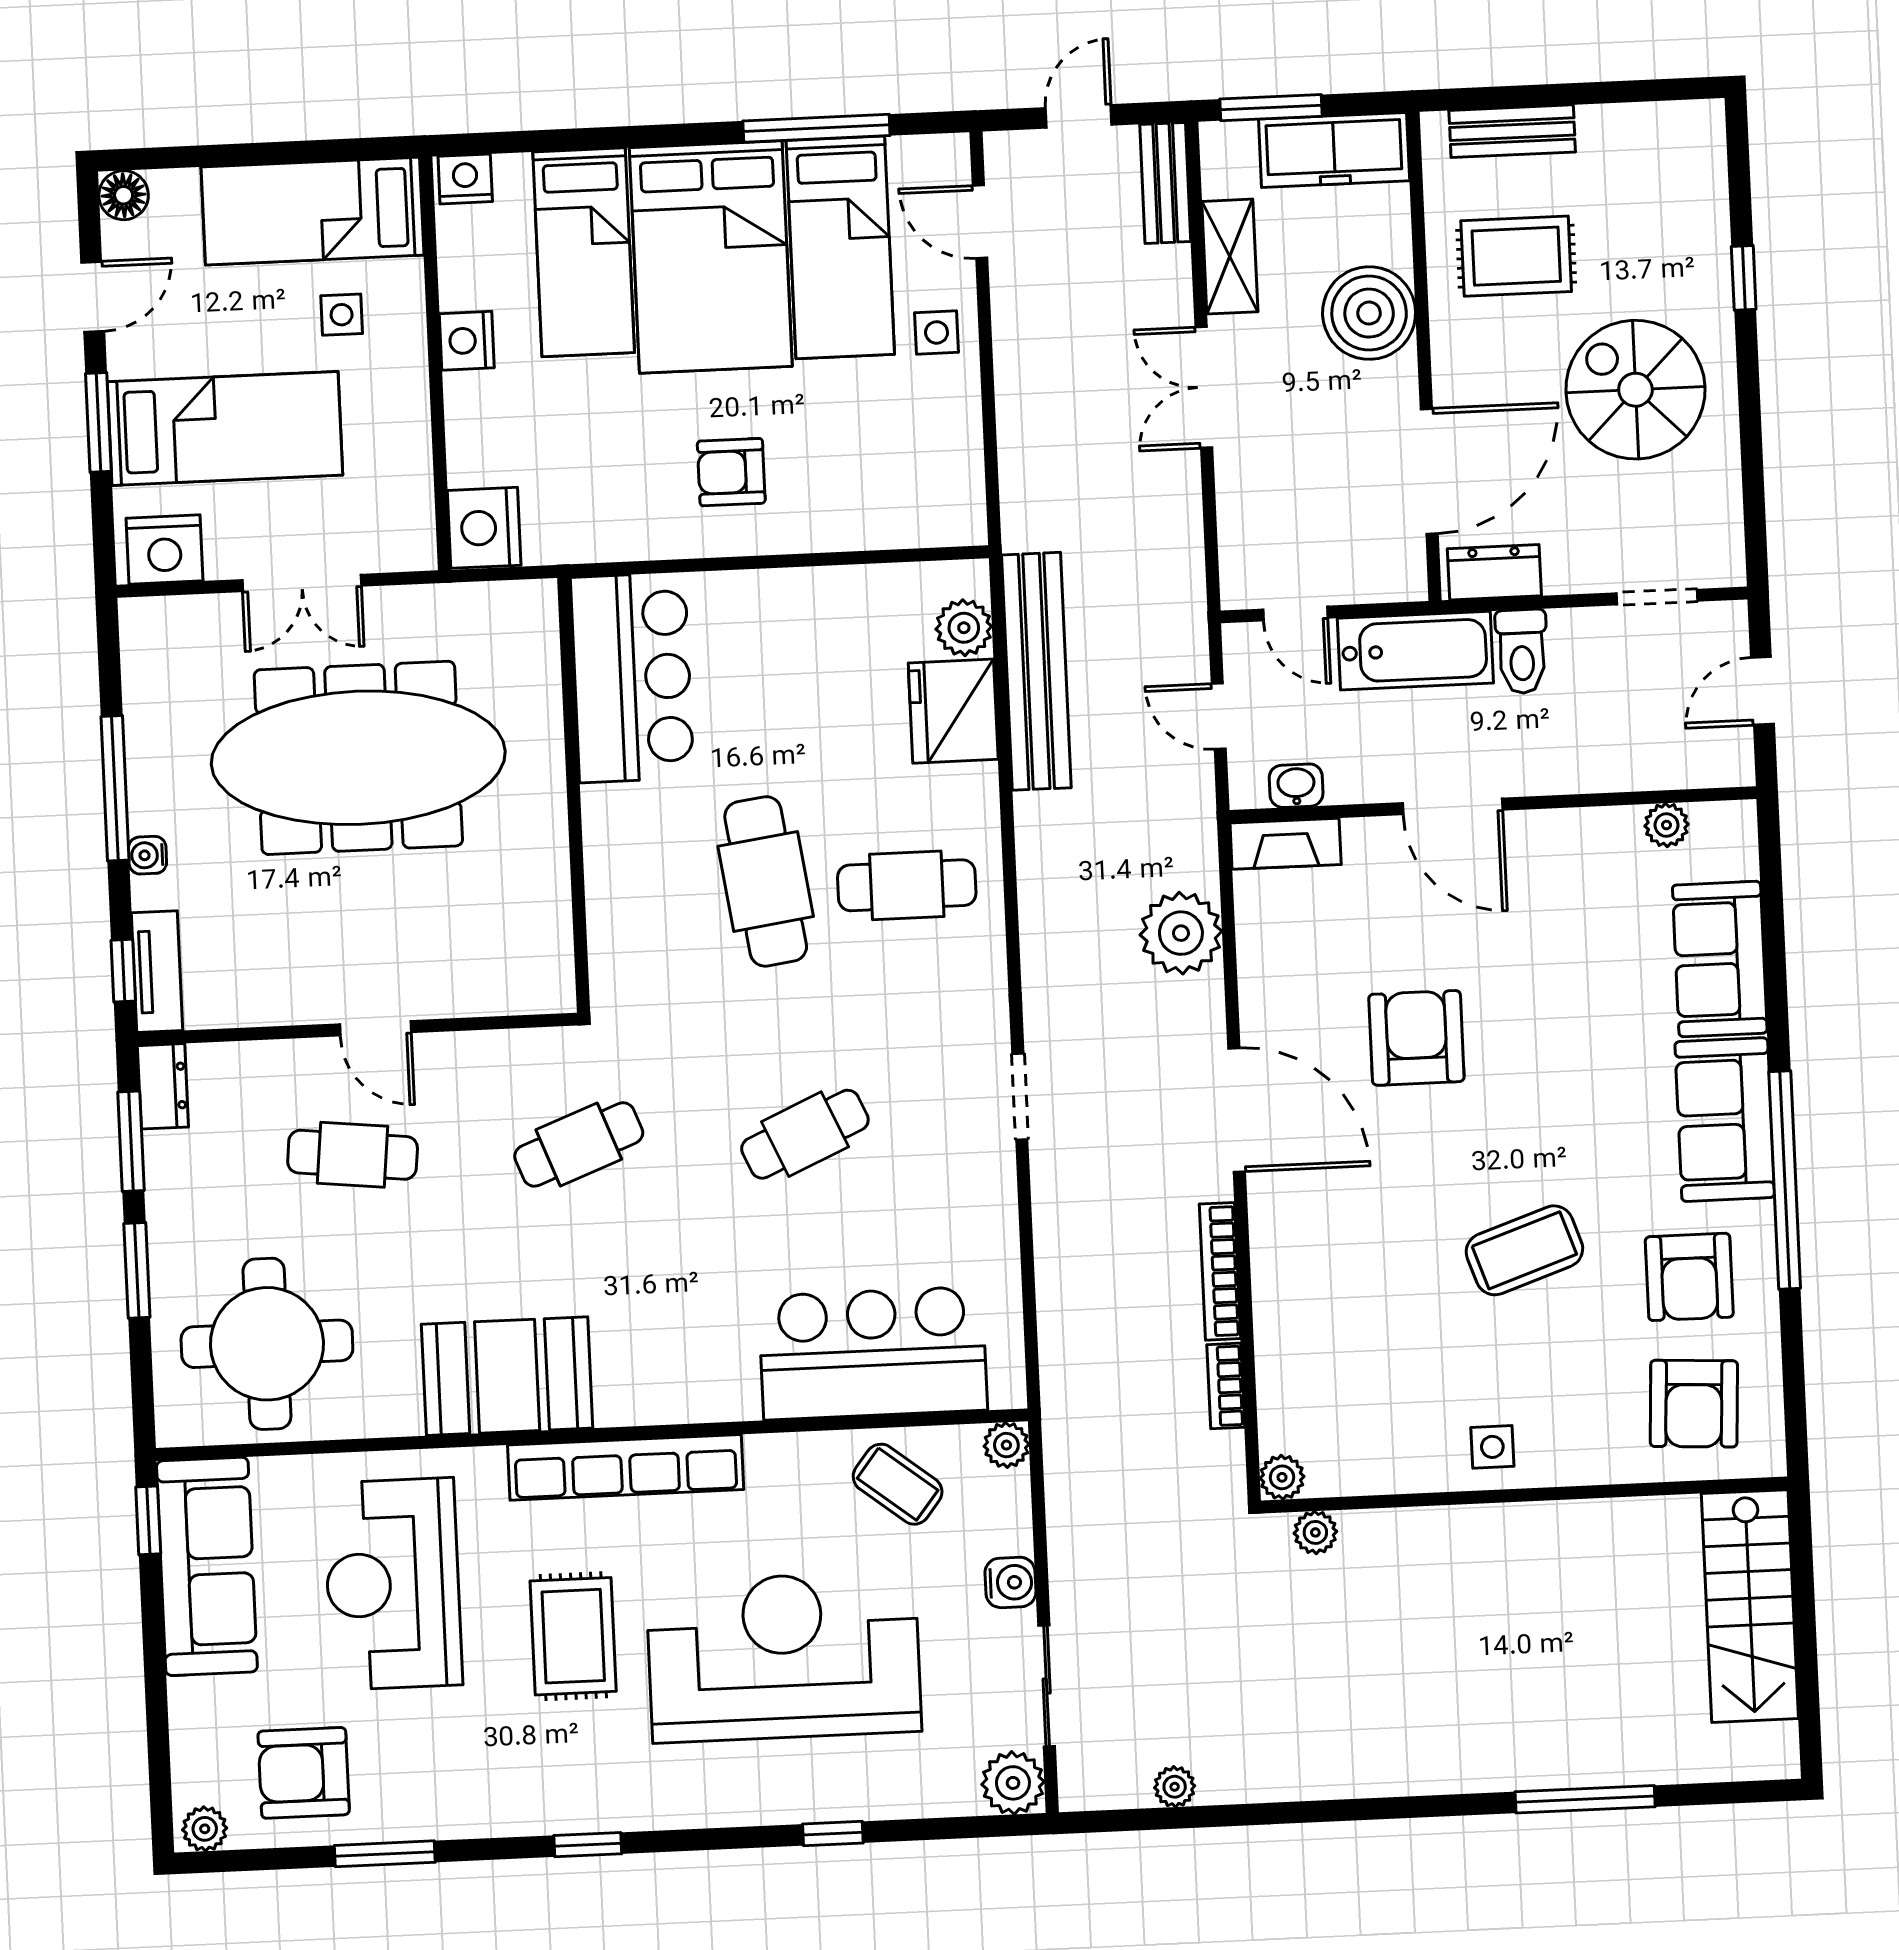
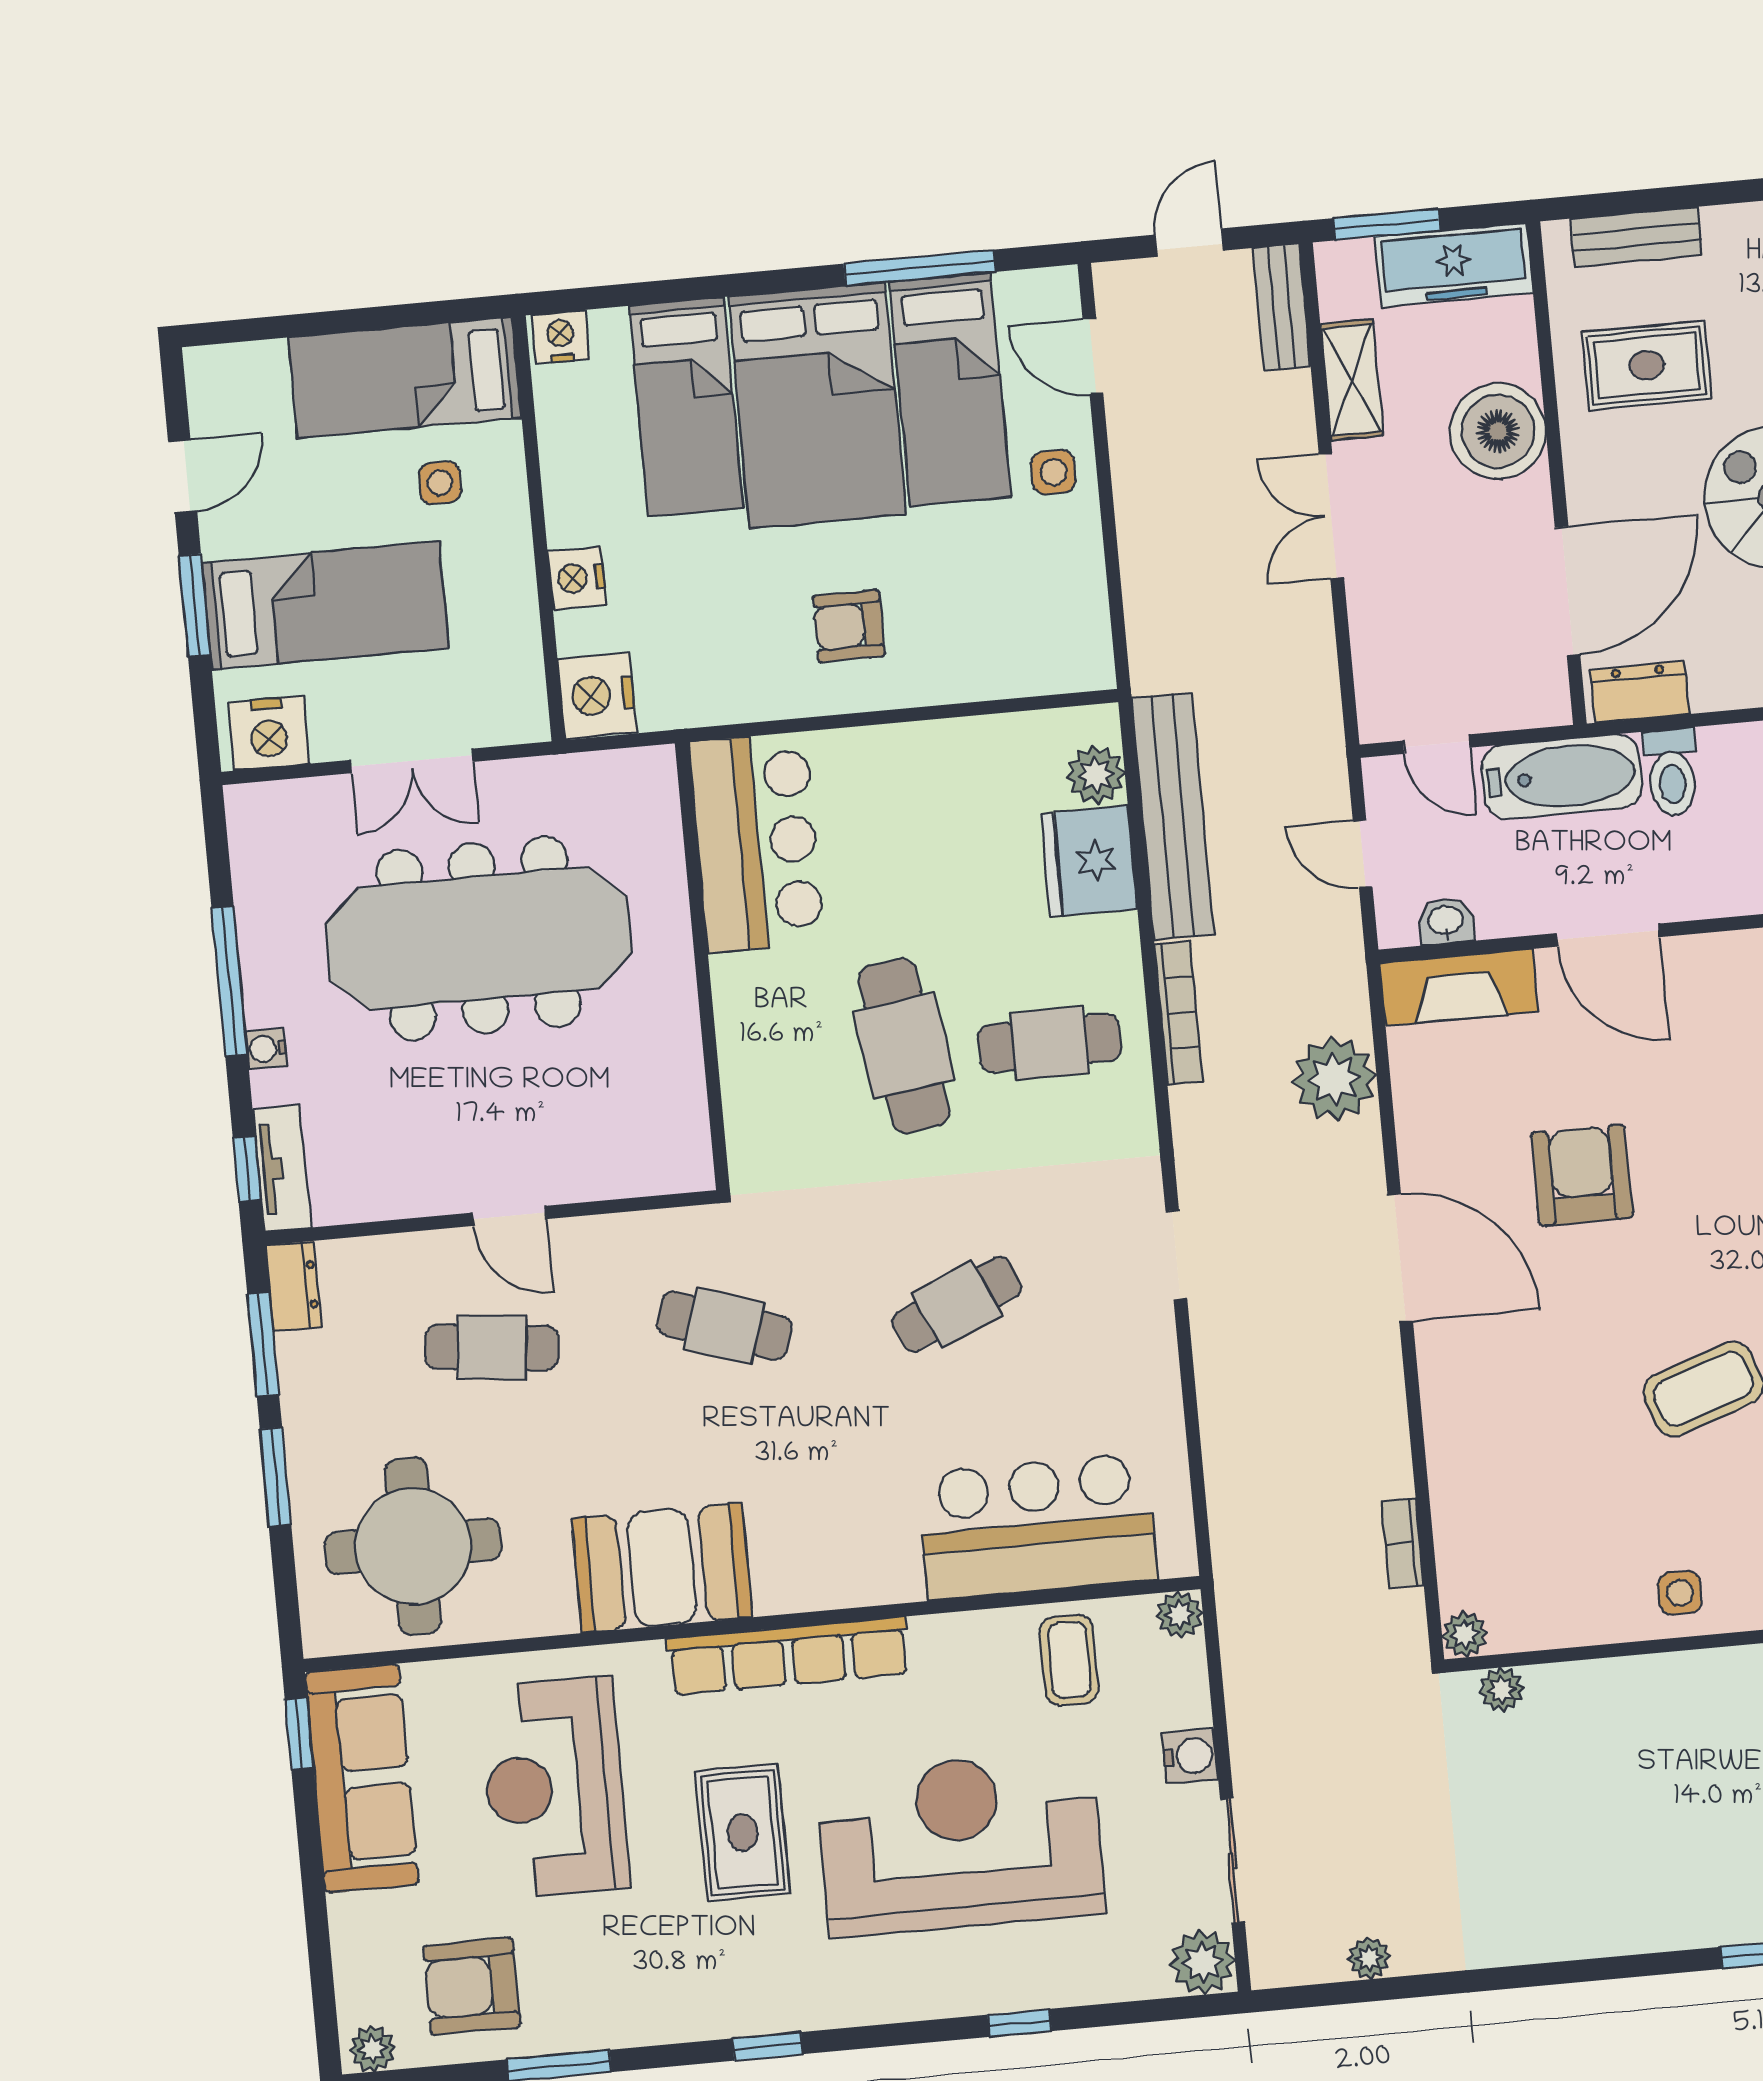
floor lamp: (124, 195) -> (209, 370), removed
nightstand: (467, 341) -> (577, 578), moved
fireplace: (1286, 844) -> (1459, 987), width x1.37, depth x1.32
cafe table: (579, 1144) -> (724, 1326), turned 39
bookcase: (1220, 1271) -> (1179, 1013), moved, turned 180
coffee table: (898, 1484) -> (1069, 1660), turned 52

